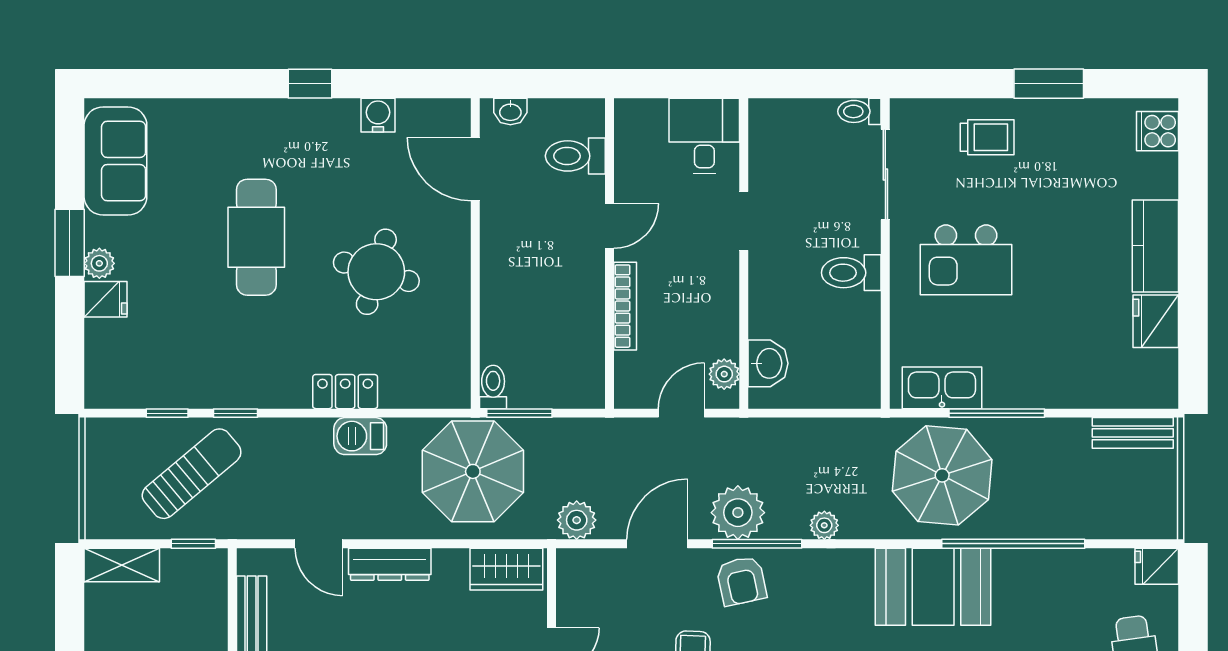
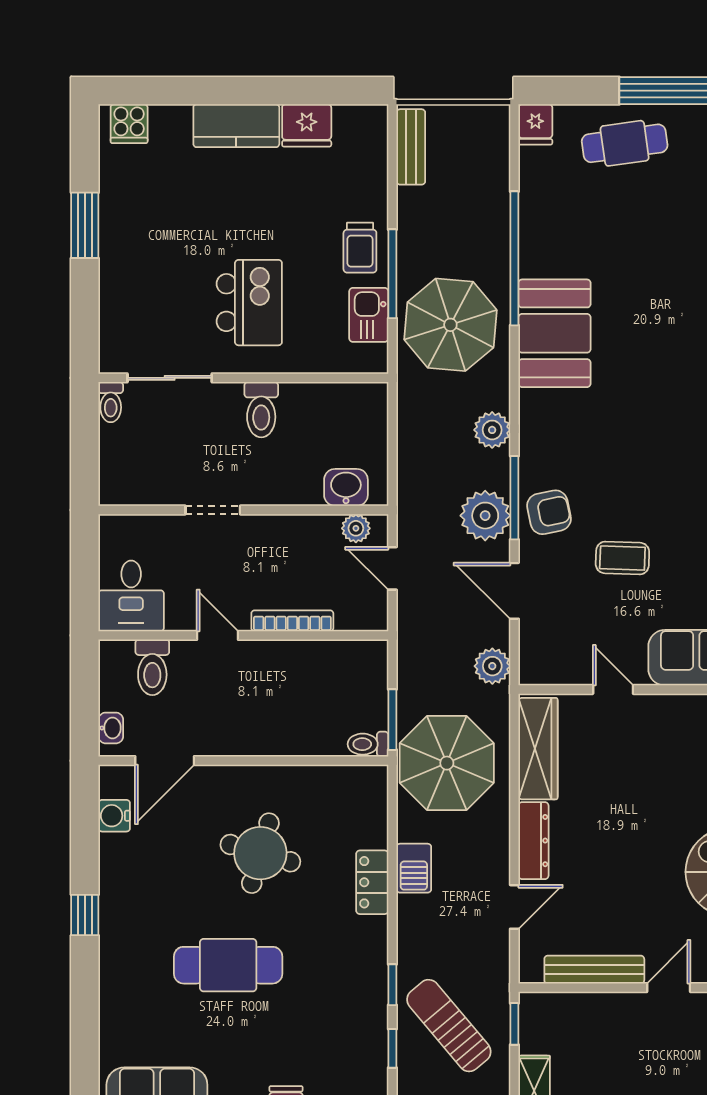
water cooler: (378, 115) -> (114, 816), moved
desk: (704, 136) -> (131, 596), moved, turned -90
trolley: (987, 137) -> (360, 248), moved, turned 180
kitchen sink: (942, 388) -> (369, 315), width x0.73
plant: (824, 525) -> (492, 430), width x1.38, depth x1.38
wardrobe: (506, 569) -> (538, 749), width x1.50

